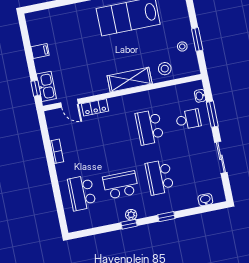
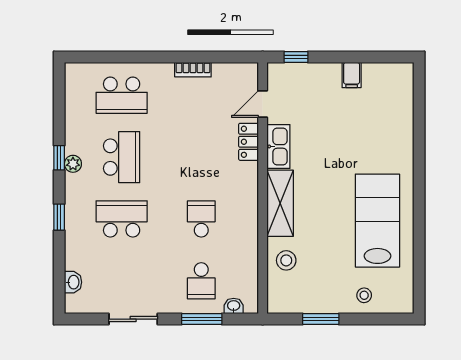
stool: (182, 46) -> (364, 295), moved
kitchen sink: (46, 86) -> (278, 146), moved, turned -90
school desk: (149, 127) -> (201, 219), width x0.54
school desk: (82, 193) -> (122, 95), turned 180

